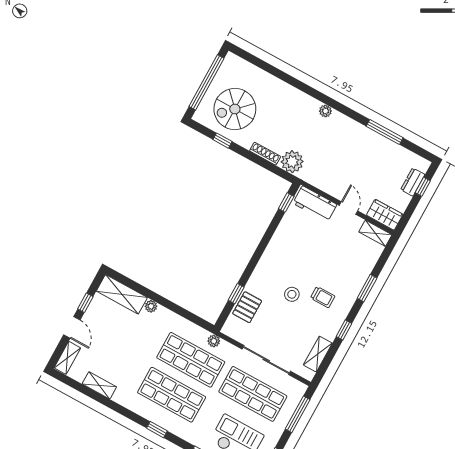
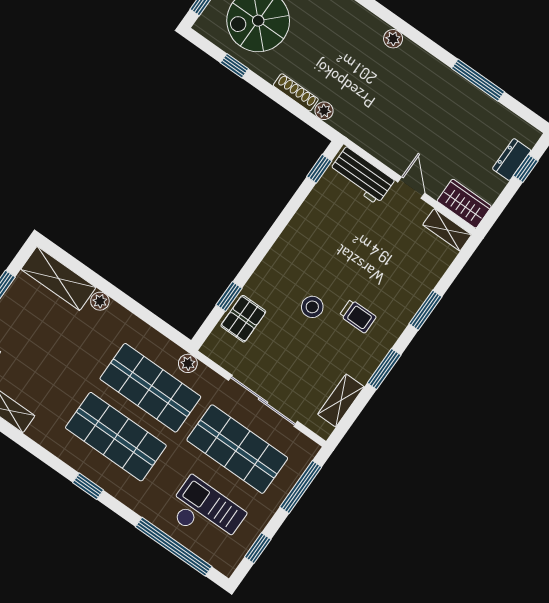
plant: (292, 162) -> (324, 111), width x0.53, depth x0.53
window: (344, 330) -> (384, 369), width x1.50

